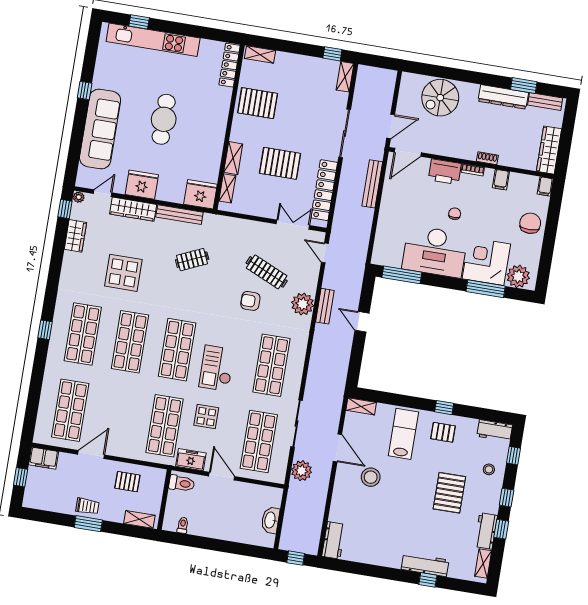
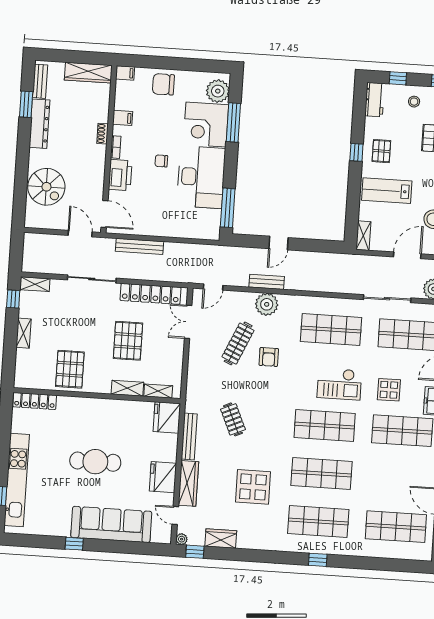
shelving: (260, 55) -> (24, 333), moved

